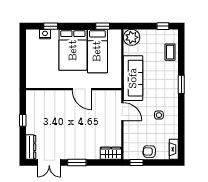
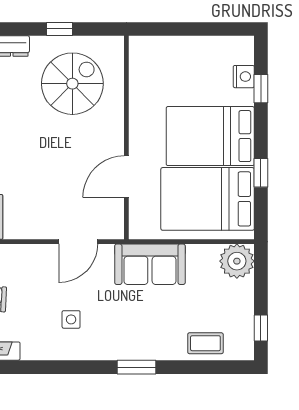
window: (103, 26) -> (261, 173), moved
bed: (97, 51) -> (208, 199), width x1.50
sofa: (133, 78) -> (150, 264), width x0.73
door: (82, 89) -> (126, 177), moved
spiral stairs: (48, 114) -> (72, 84), added

